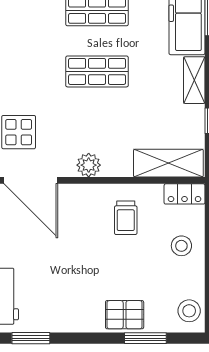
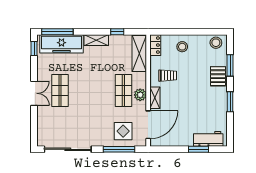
shop shelf: (97, 71) -> (123, 90), moved
shelving: (83, 193) -> (155, 98), added
window: (31, 338) -> (230, 102), moved

